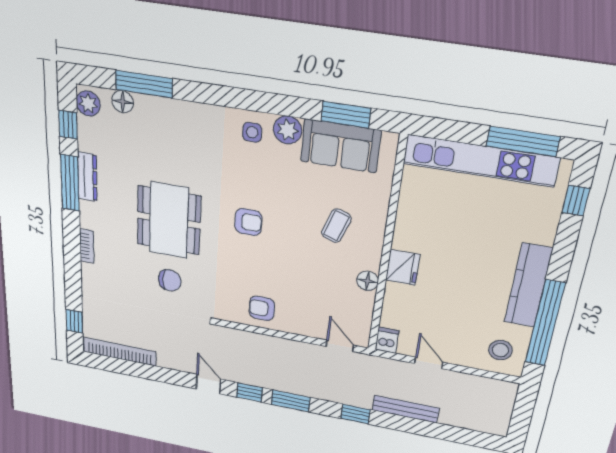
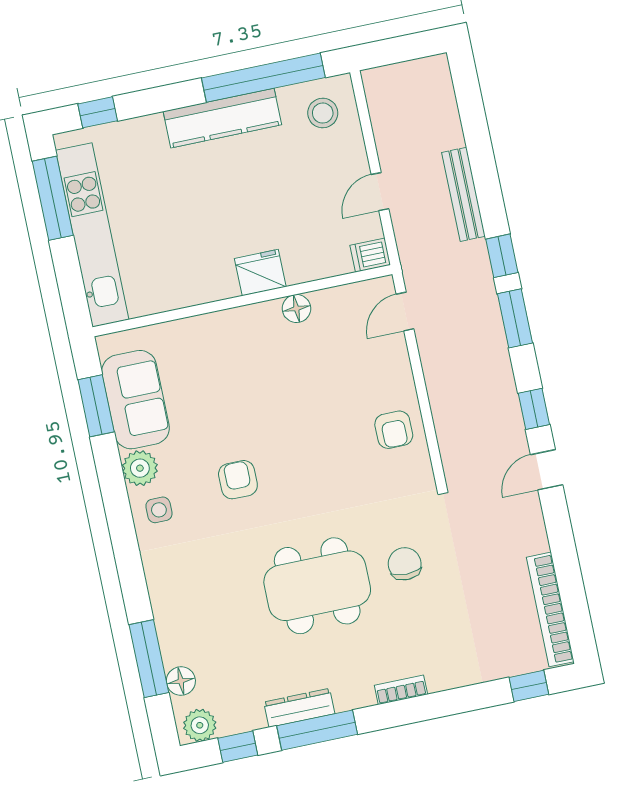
armchair: (248, 222) -> (238, 480), moved
coffee table: (336, 226) -> (238, 371), removed
window: (291, 401) -> (515, 318), moved

